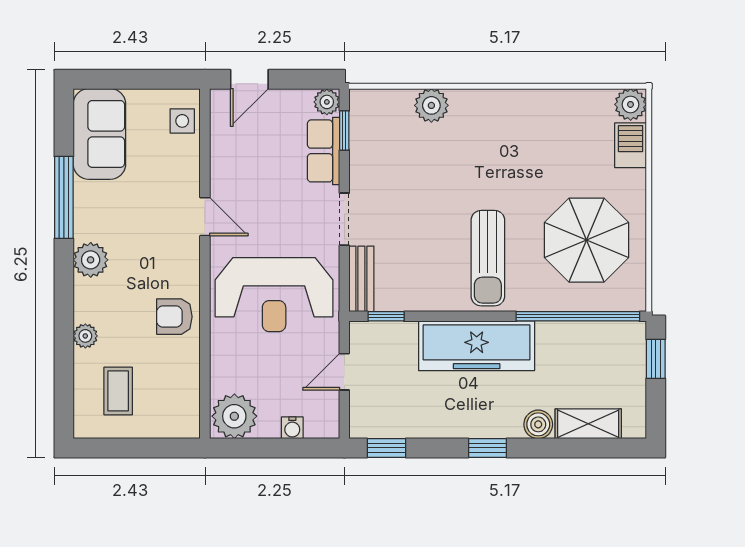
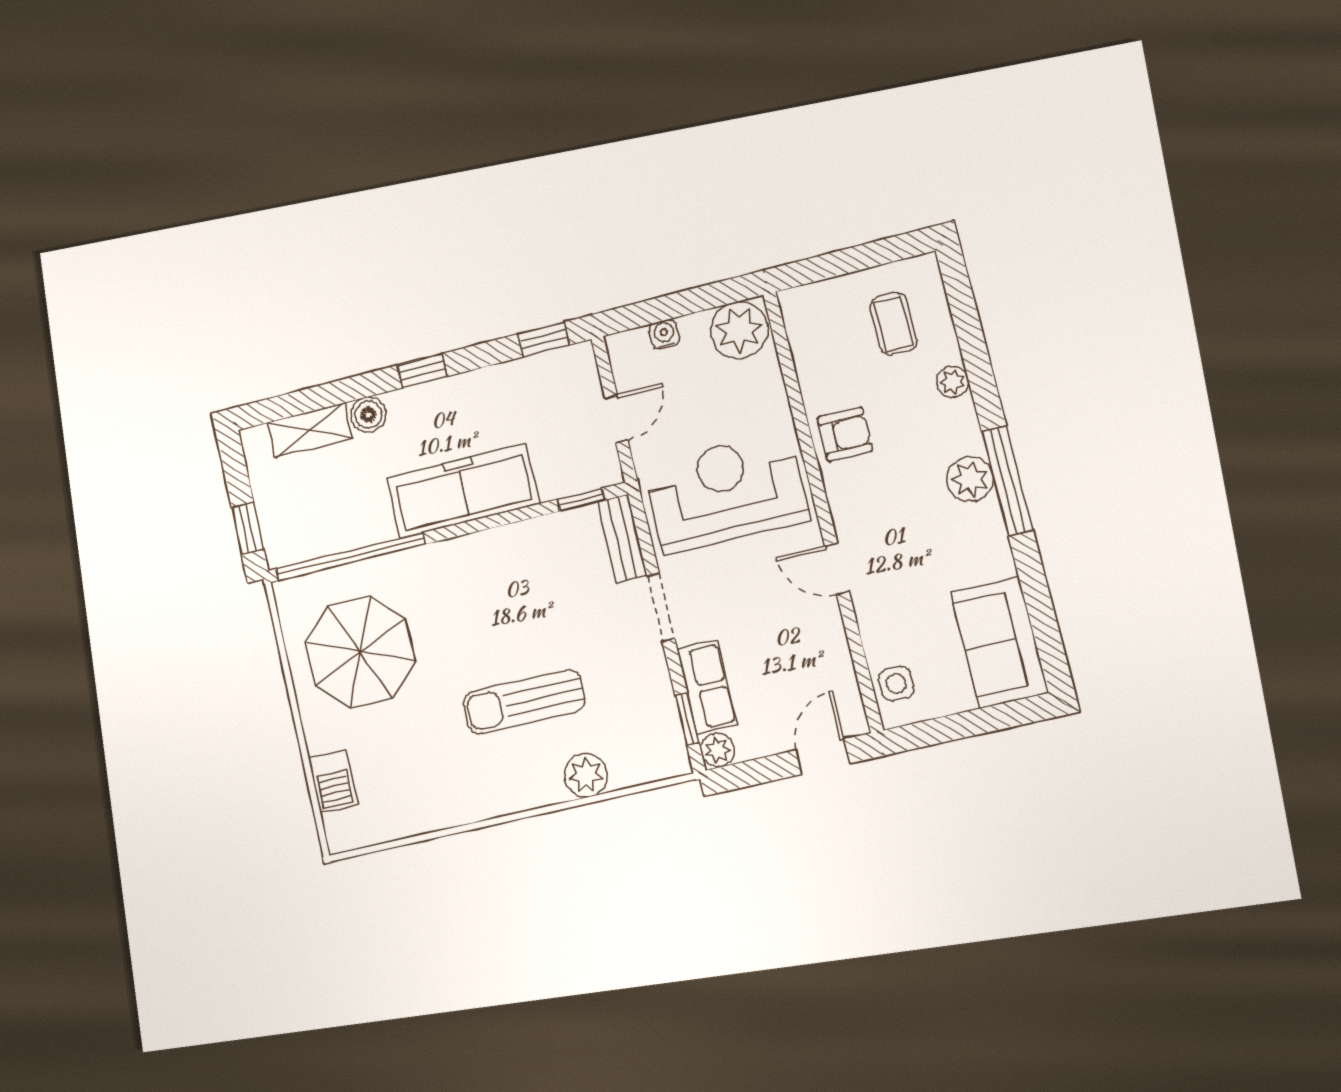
plant: (631, 104) -> (344, 832), removed
window: (64, 197) -> (1007, 481), moved
sun lounger: (488, 258) -> (524, 702), moved, turned -90

